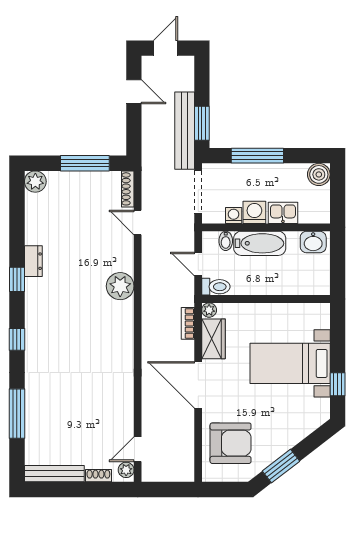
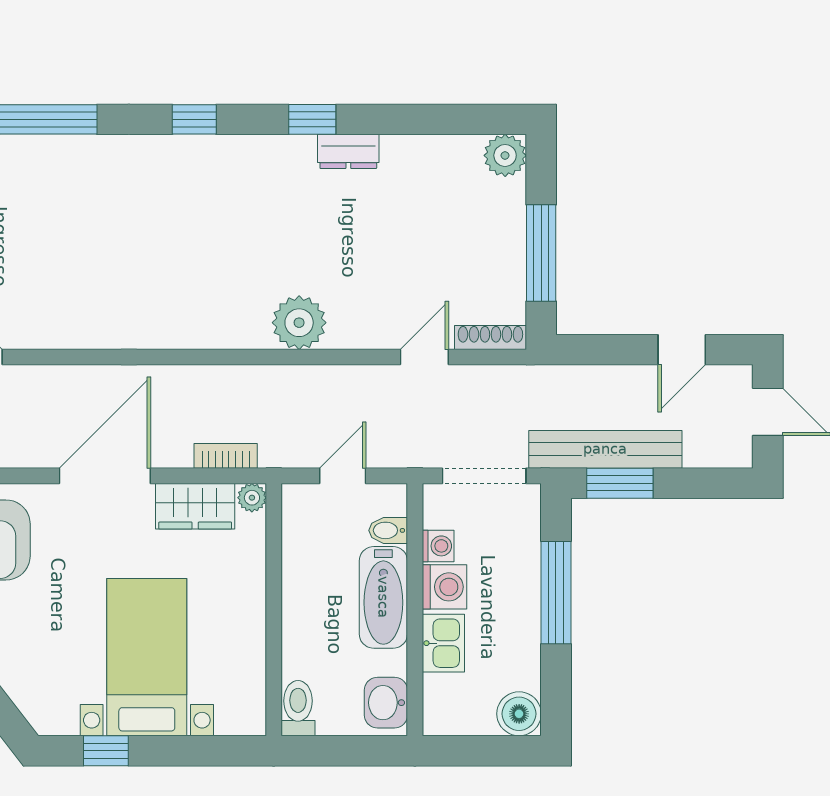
toilet: (216, 287) -> (298, 708), moved, turned 180

